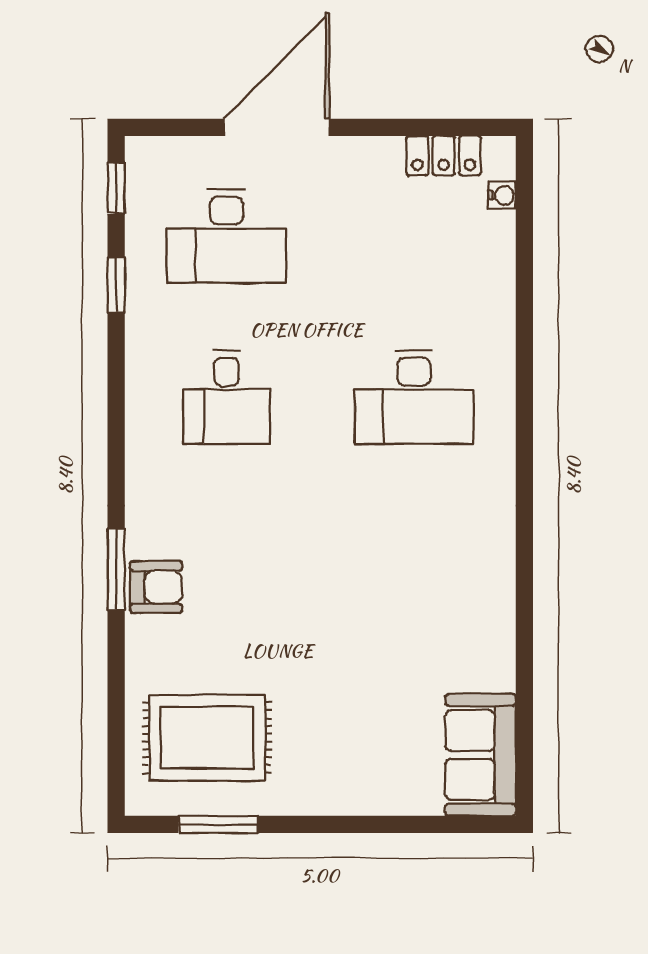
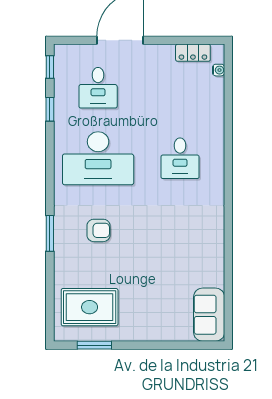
desk: (227, 236) -> (98, 88), width x0.73
desk: (227, 397) -> (98, 158), width x1.87, depth x1.30
desk: (414, 397) -> (180, 158), width x0.73
armchair: (156, 587) -> (99, 230), moved

